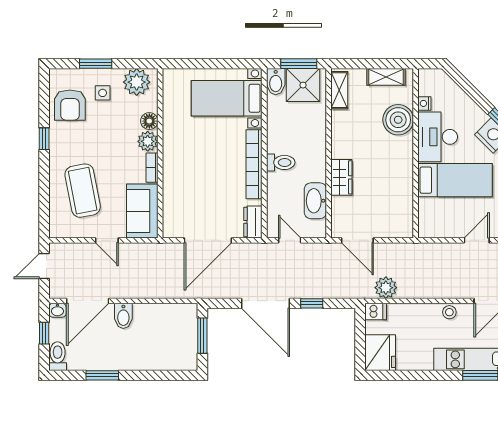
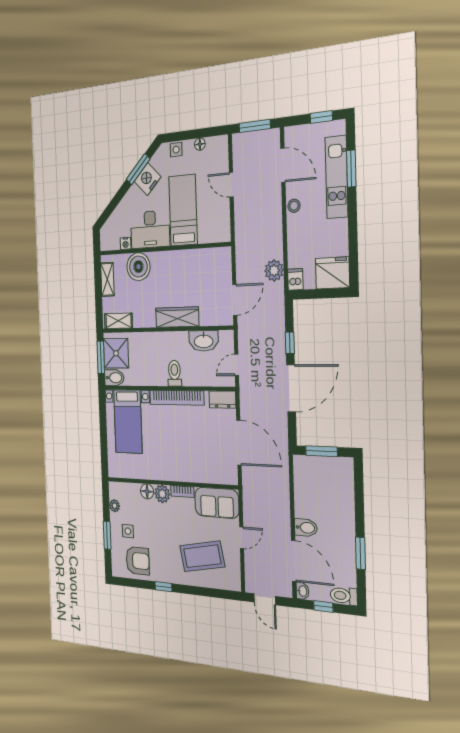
plant: (137, 82) -> (115, 506), width x0.53, depth x0.53
wardrobe: (341, 177) -> (177, 317), width x1.50

